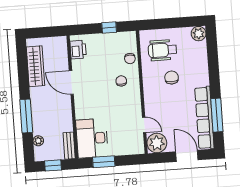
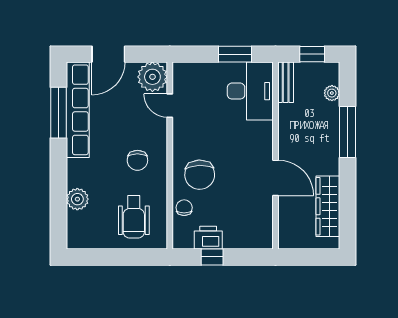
plant: (199, 34) -> (77, 199), moved
printer: (78, 50) -> (208, 238), moved, turned 90
wheelchair: (162, 50) -> (134, 217), turned 90
chair: (172, 77) -> (137, 160), moved
chair: (121, 81) -> (200, 175), width x1.87, depth x1.87
door: (187, 156) -> (108, 54), hinge flipped

